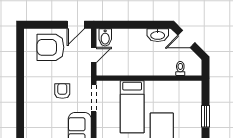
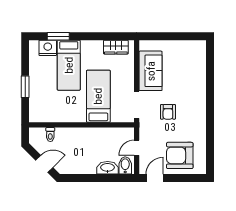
washbasin: (158, 35) -> (108, 168), moved
armchair: (50, 47) -> (180, 155), turned 180

